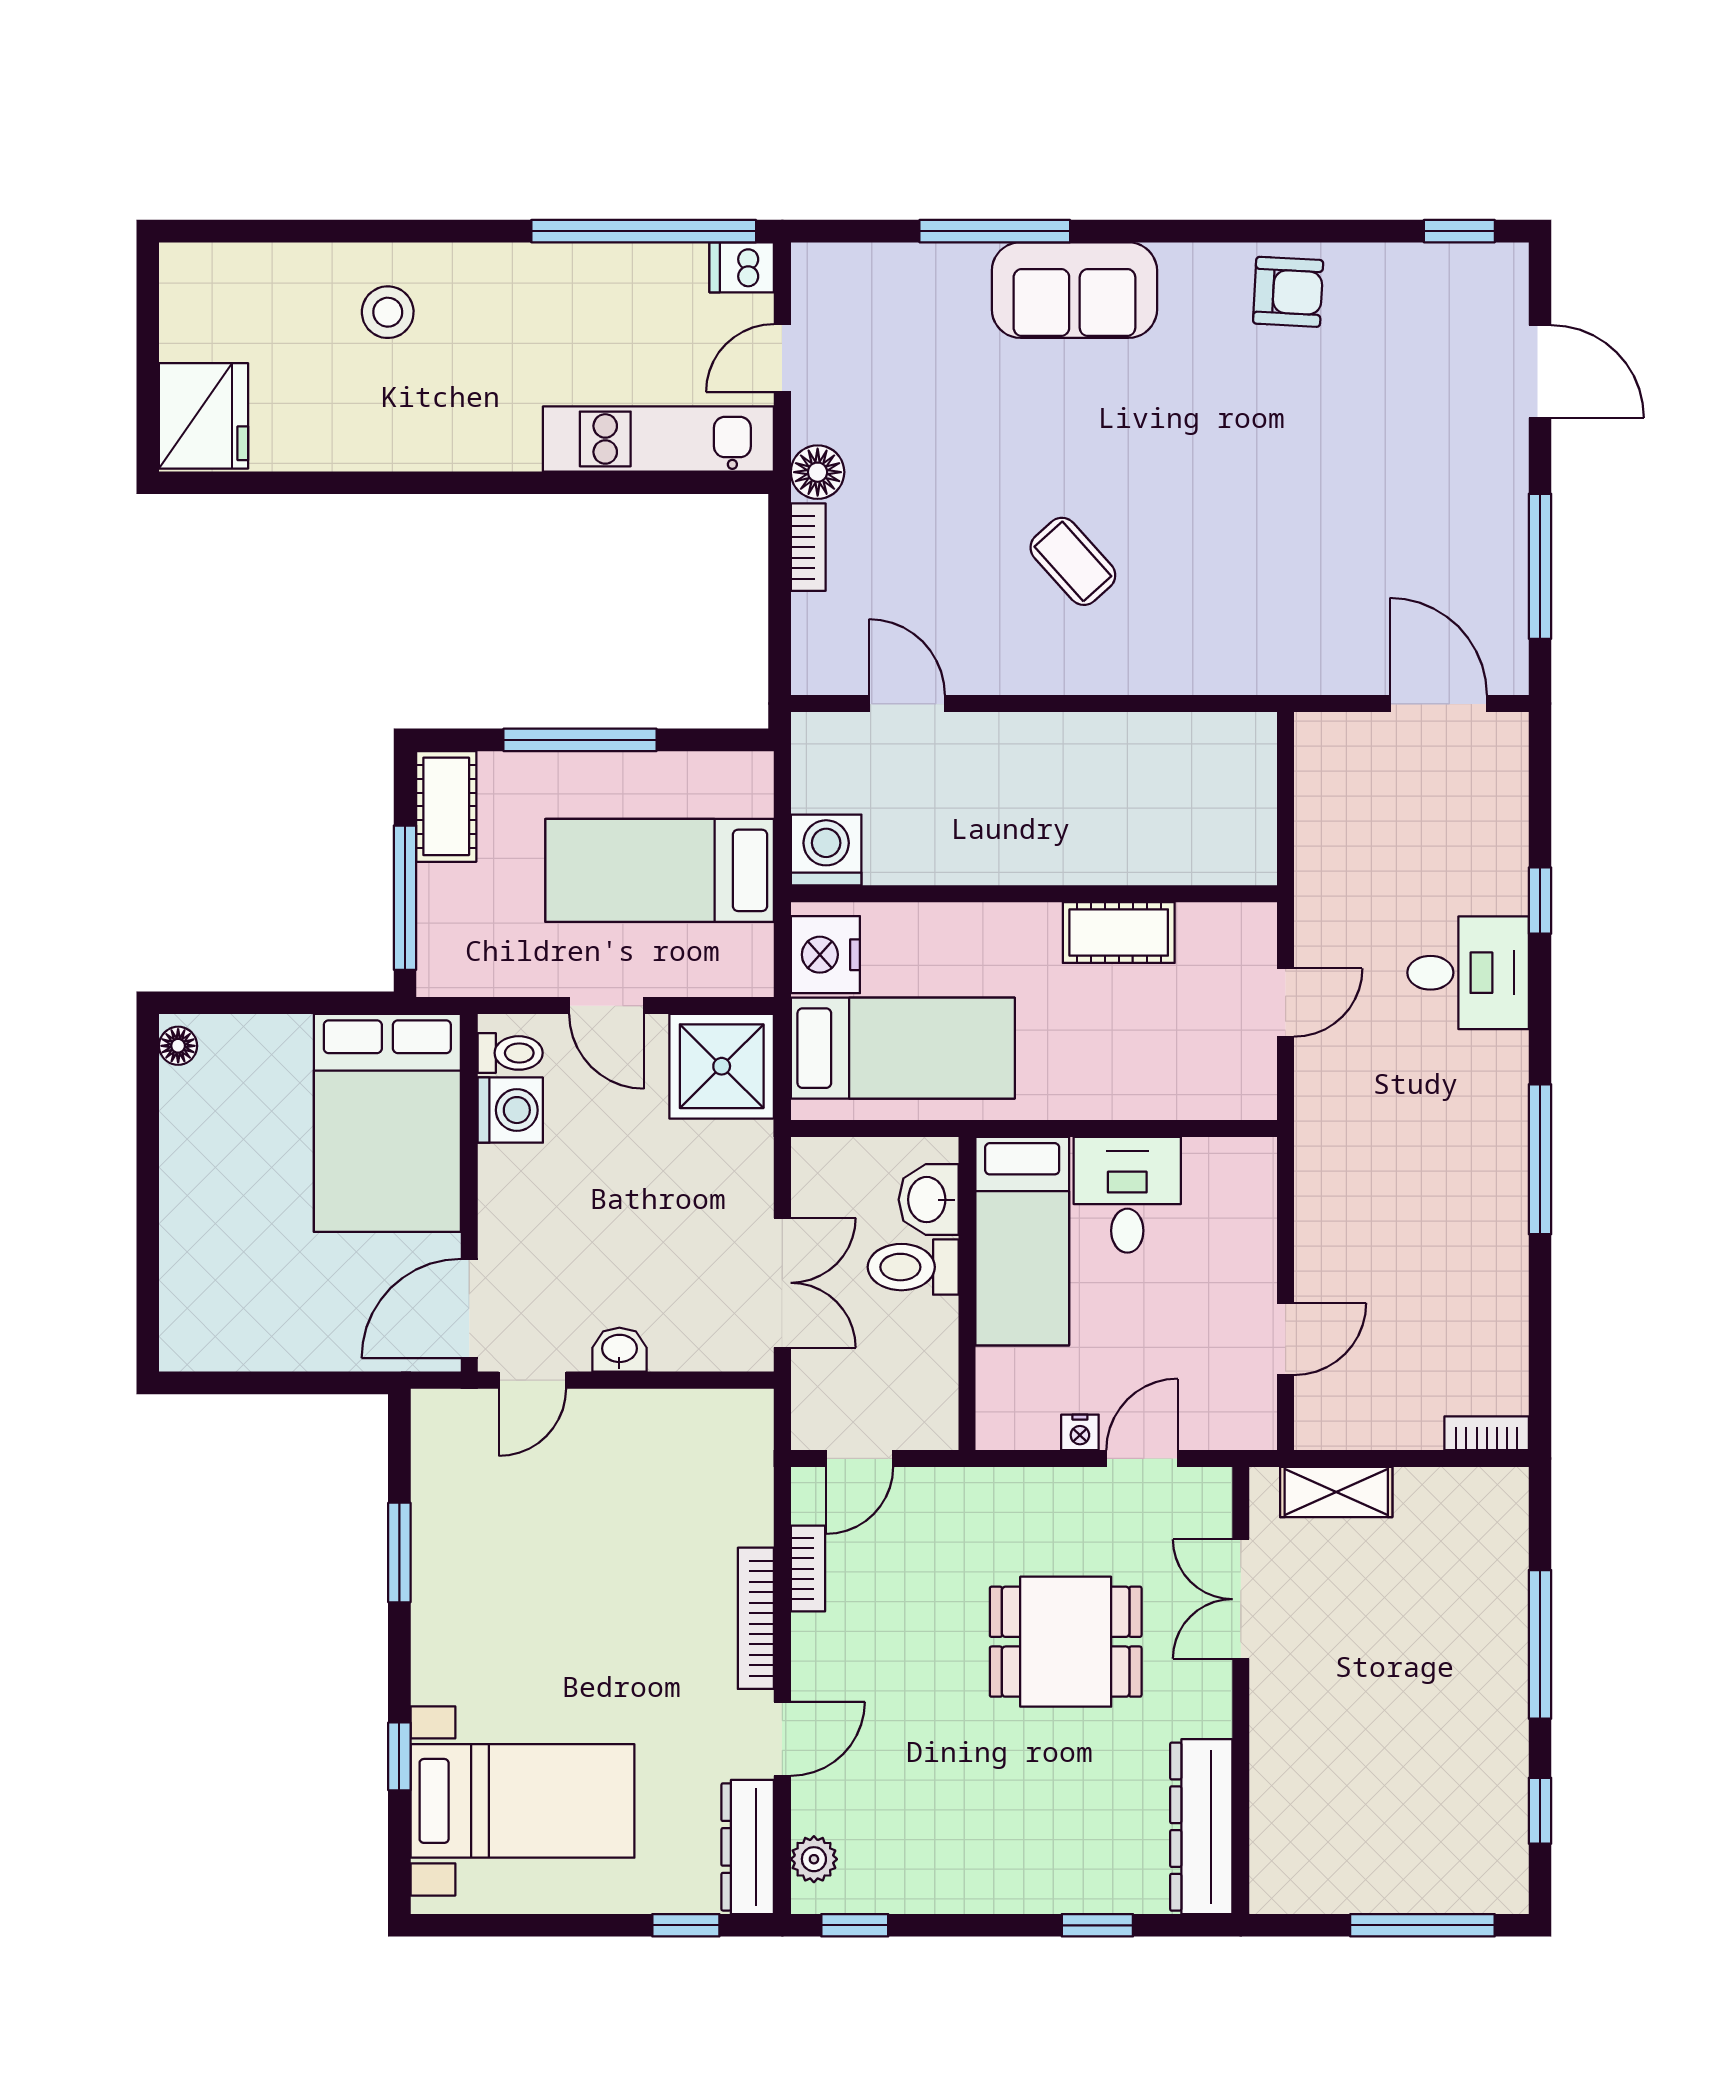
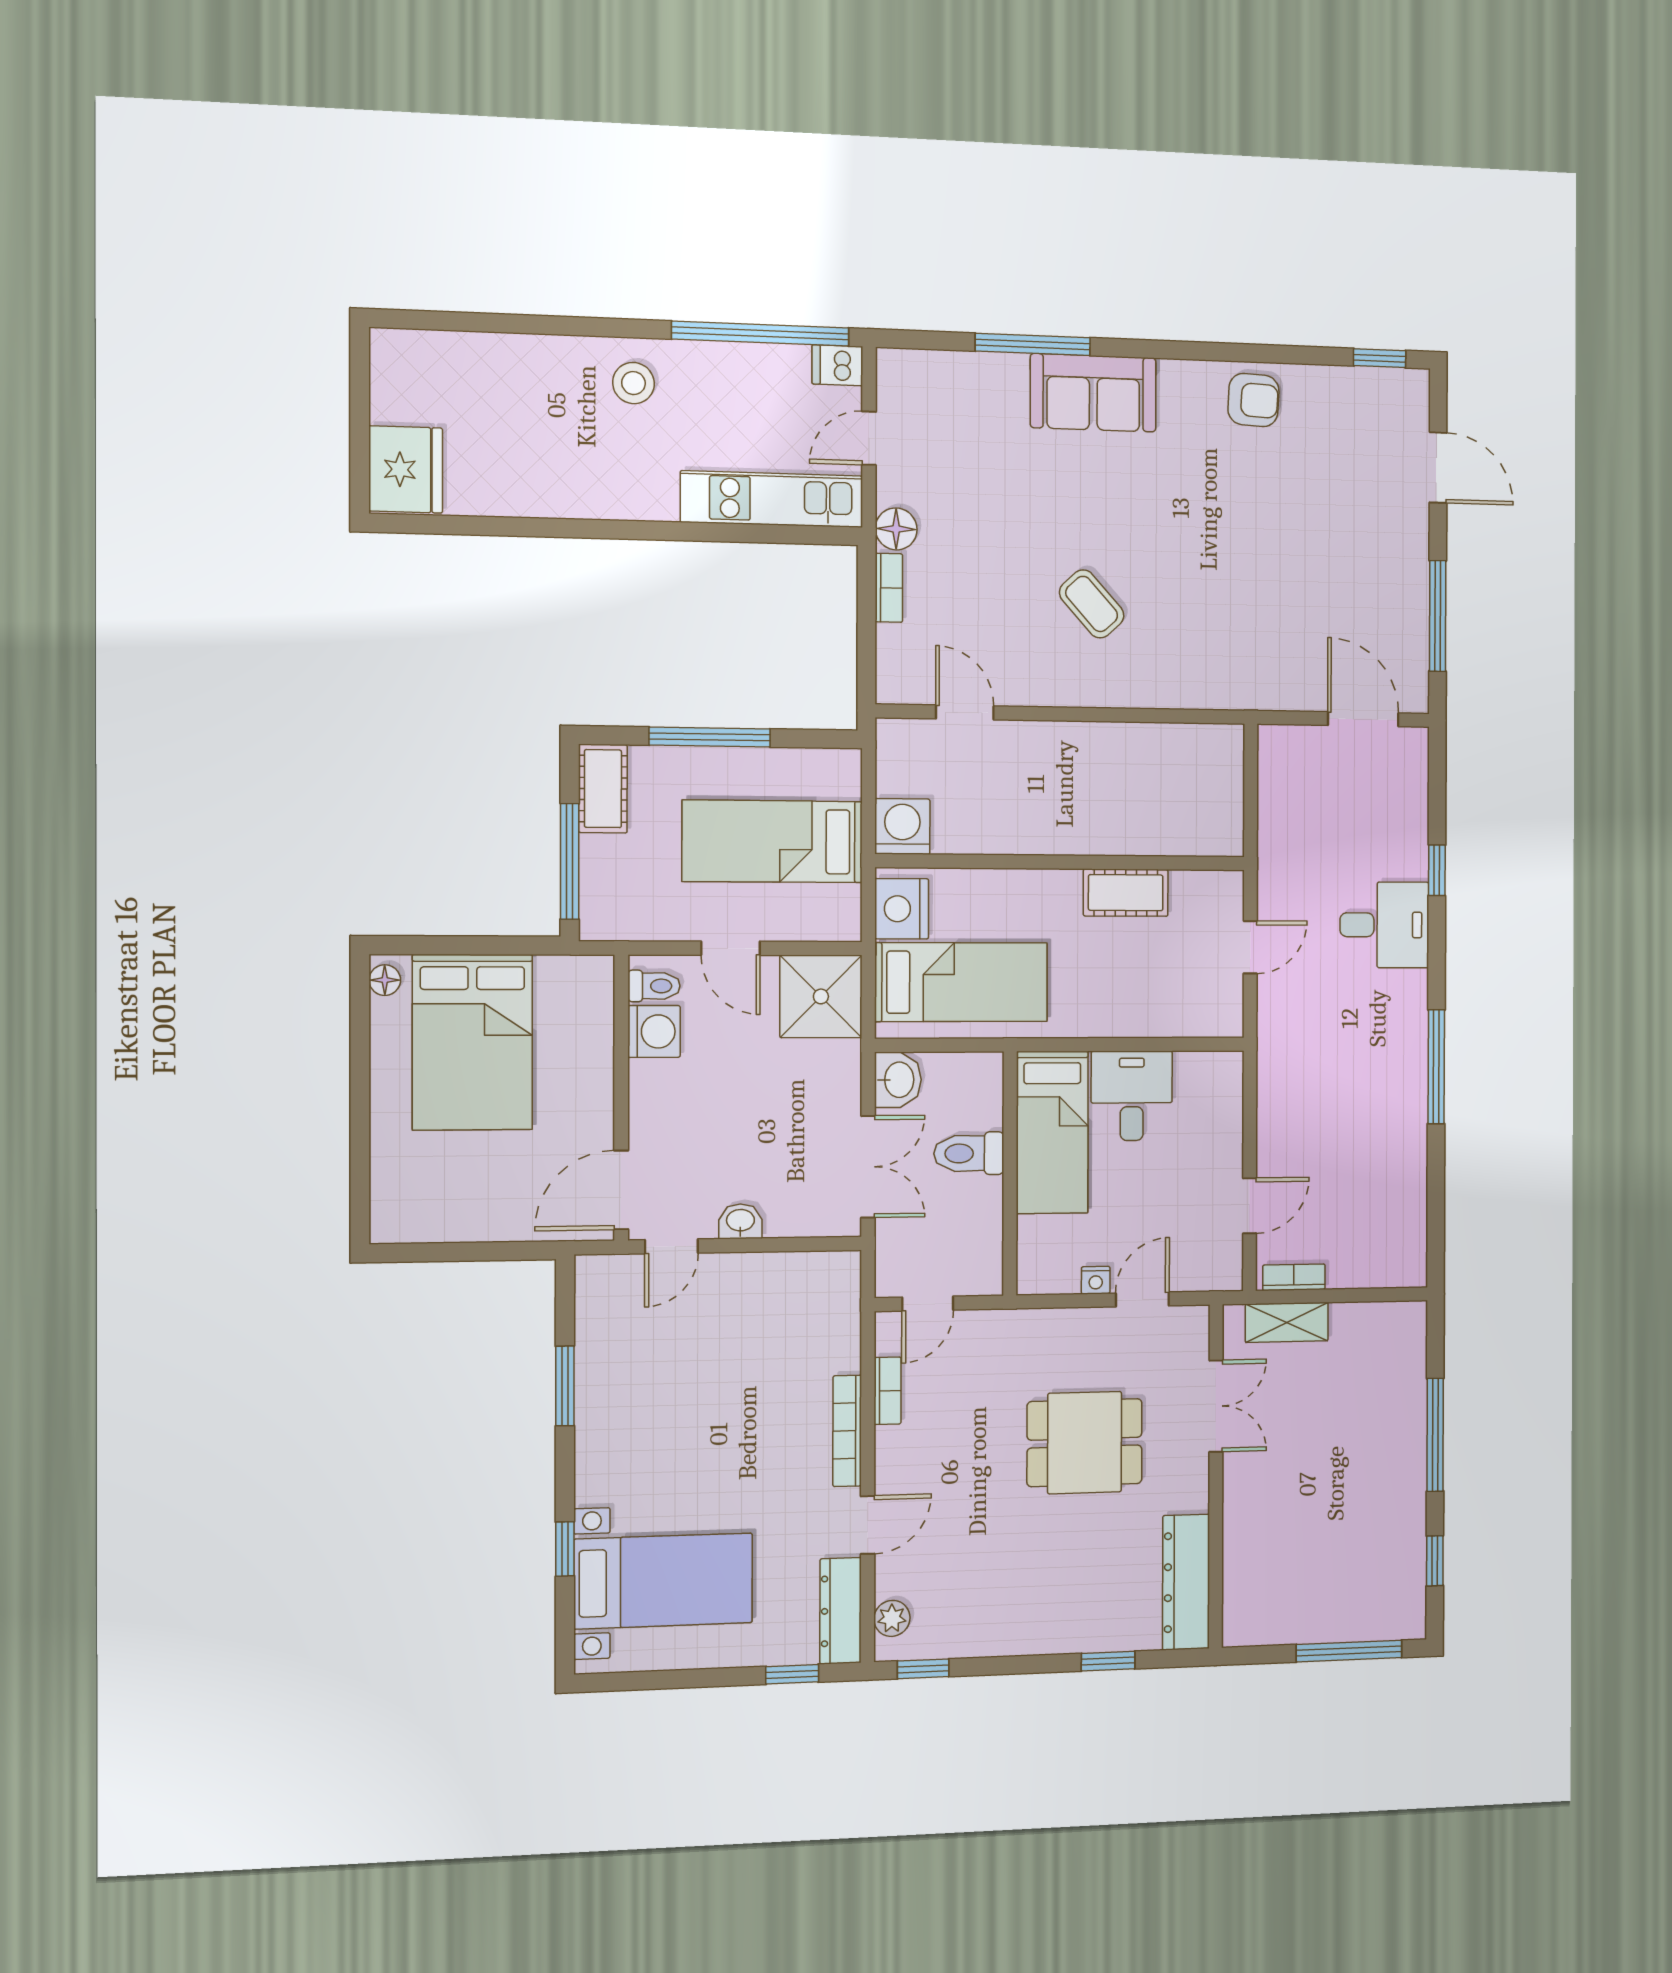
stool: (388, 312) -> (633, 383), moved
bed: (387, 1123) -> (472, 1042), moved
washbasin: (929, 1200) -> (898, 1080), moved, turned 180
bookcase: (1487, 1433) -> (1294, 1277), moved
double door: (1241, 1599) -> (1216, 1406), swing flipped

